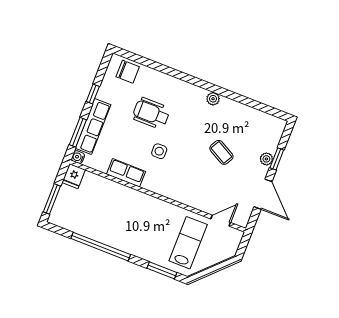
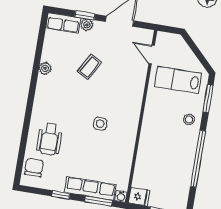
plant: (213, 99) -> (45, 68), moved
wheelchair: (151, 113) -> (49, 139), moved
row of seats: (126, 173) -> (63, 23), moved, turned -90
stool: (144, 246) -> (189, 119), added

